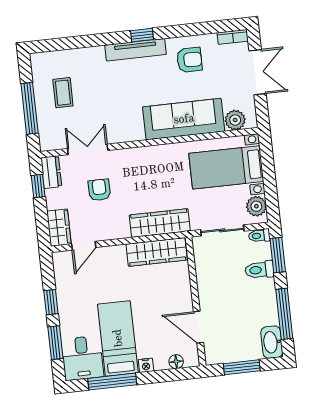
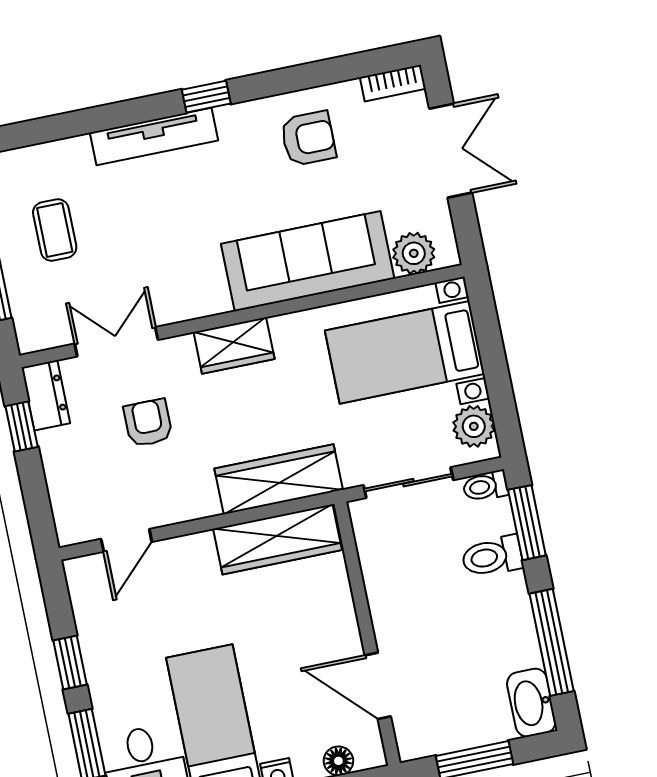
tv unit: (136, 50) -> (154, 137), moved
wardrobe: (59, 228) -> (234, 346), moved, turned 90

